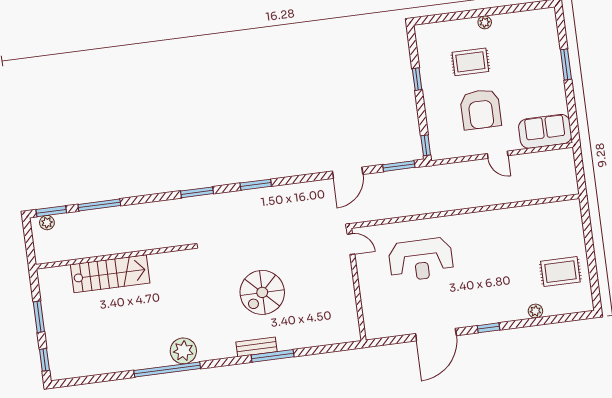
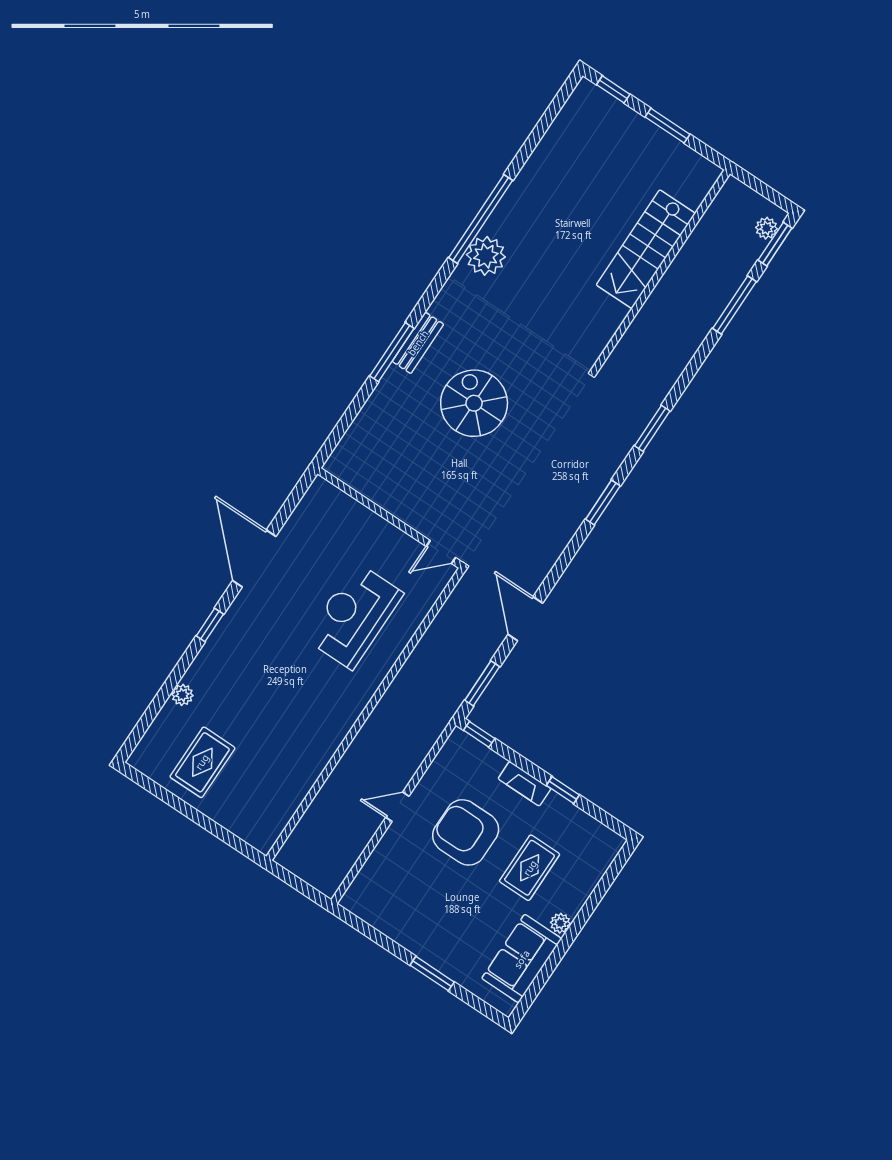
fireplace: (431, 101) -> (525, 784), added
sofa: (545, 131) -> (522, 959), moved, turned 180

